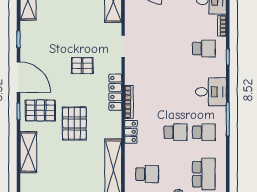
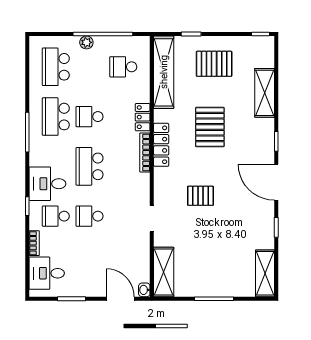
school desk: (175, 49) -> (90, 216), added
school desk: (175, 90) -> (90, 166), added
locker: (115, 92) -> (161, 145), moved
desk: (211, 92) -> (47, 184), moved
pallet: (40, 110) -> (214, 64), moved
school desk: (204, 132) -> (56, 117), width x1.85

